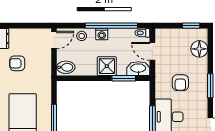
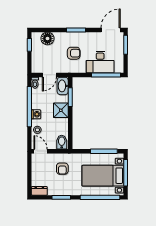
armchair: (17, 63) -> (62, 169), moved

